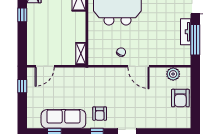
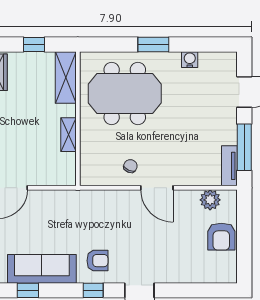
tv unit: (186, 32) -> (229, 166), moved
shelving: (81, 53) -> (68, 135), moved
armchair: (100, 114) -> (97, 261), turned -90

